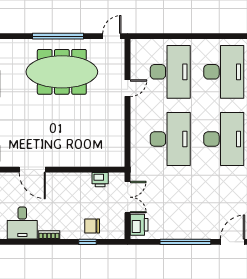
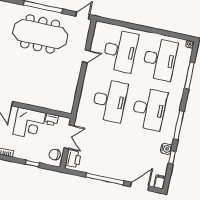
corner desk: (72, 191) -> (29, 124), added
chair: (92, 226) -> (55, 155), moved

